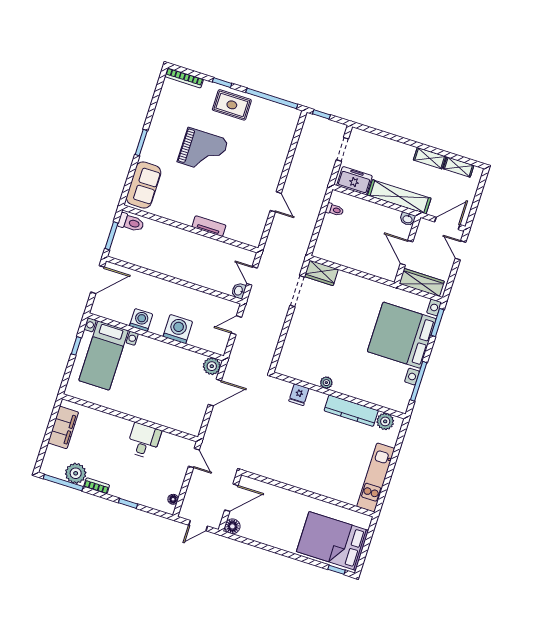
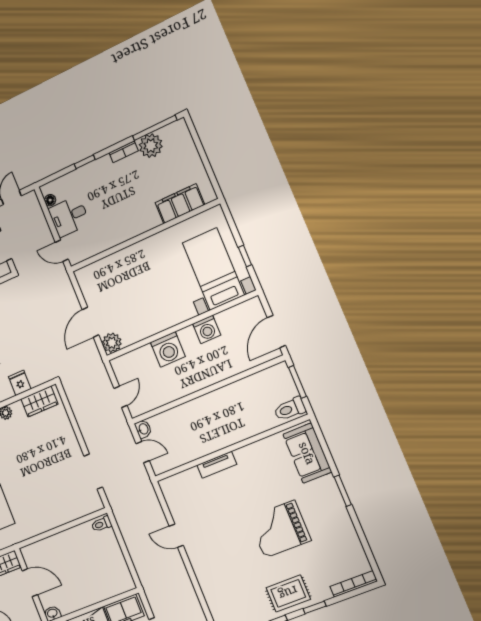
toilet: (335, 210) -> (101, 524), moved
wardrobe: (321, 273) -> (39, 402), moved, turned 180
filing cabinet: (63, 427) -> (180, 204), moved, turned 90
desk: (144, 441) -> (69, 216), moved, turned 90

